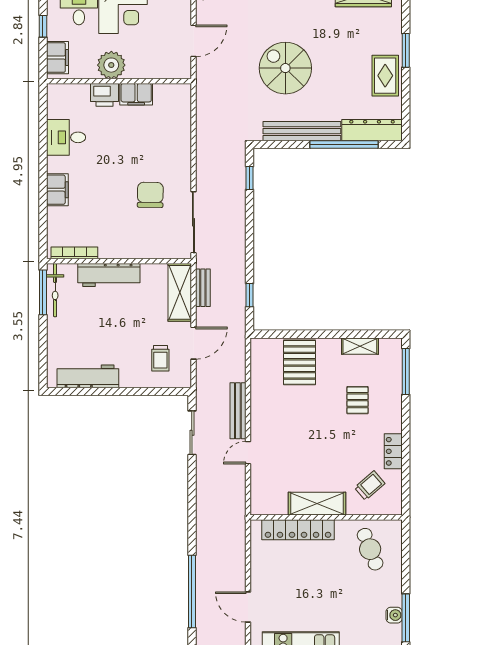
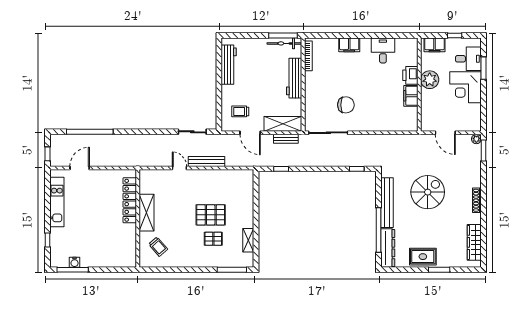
pallet: (300, 362) -> (211, 215), moved
locker: (393, 451) -> (180, 262), removed
cafe table: (370, 549) -> (117, 247), removed

